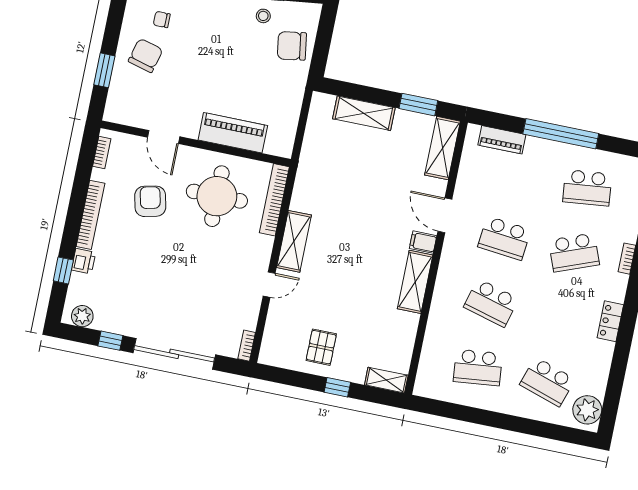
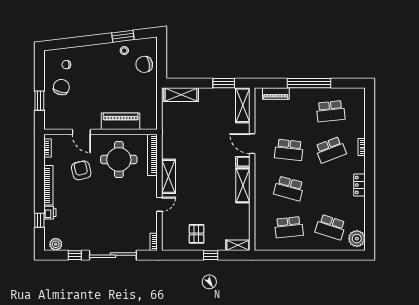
shelving: (364, 113) -> (181, 95), moved

